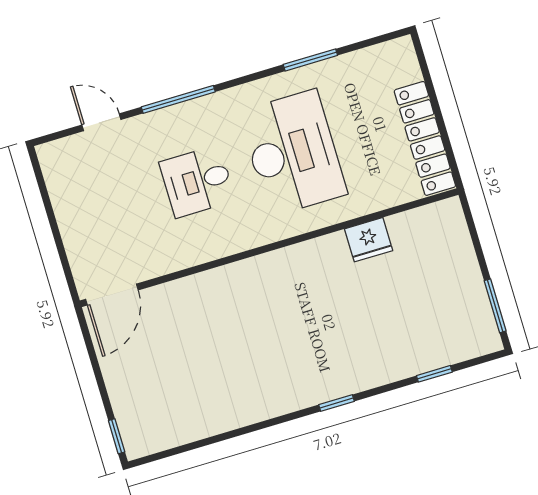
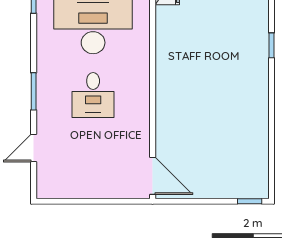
window: (178, 99) -> (34, 91), width x0.69

